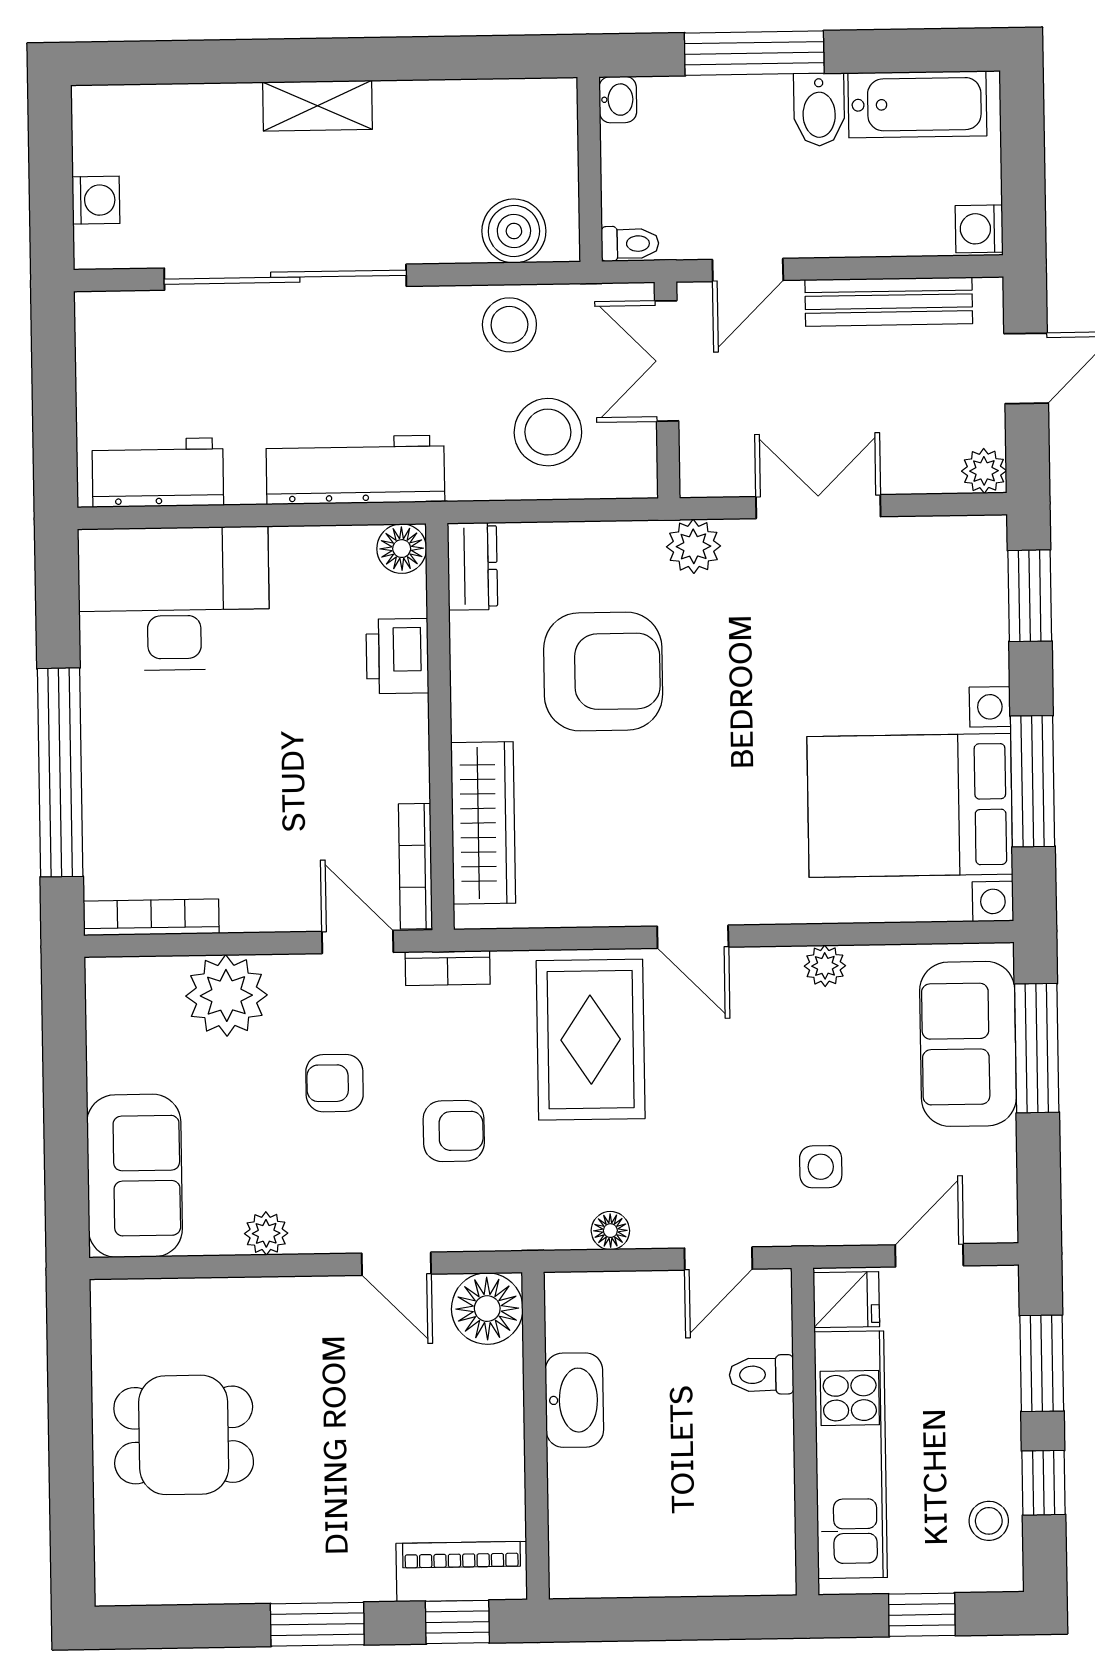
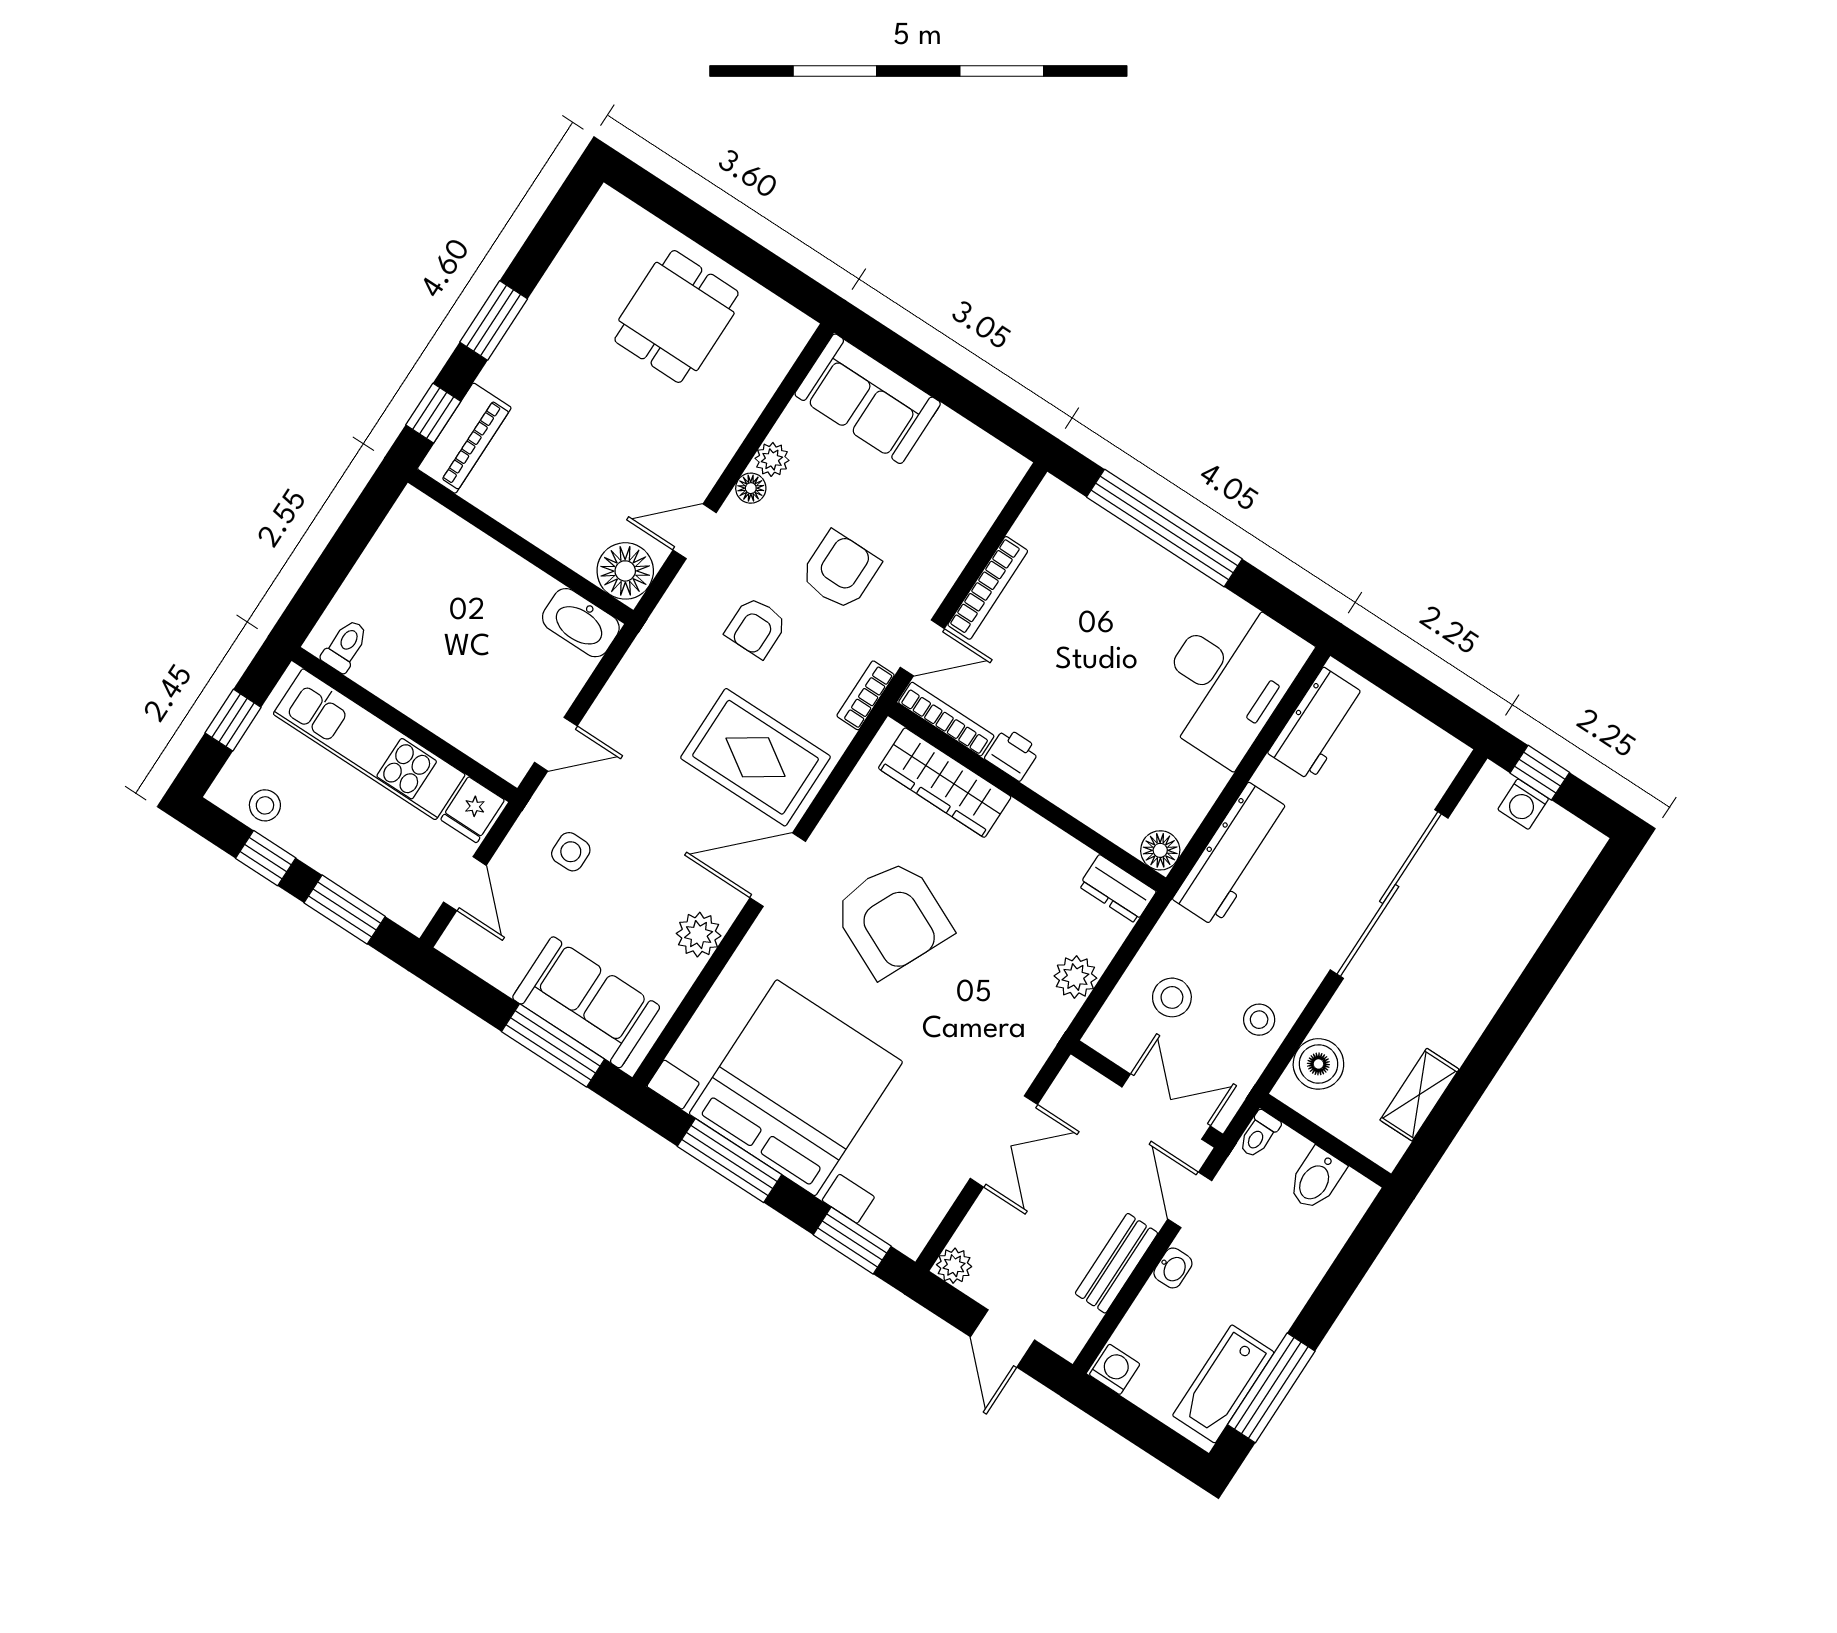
window: (754, 53) -> (1271, 1388), moved
washbasin: (618, 100) -> (1173, 1268), moved, turned -90
shelving: (317, 106) -> (1419, 1095), moved
bidet: (819, 110) -> (1316, 1179), moved, turned -90
window: (51, 205) -> (1540, 773), added
bench: (889, 302) -> (1116, 1263), width x0.73
stool: (509, 325) -> (1259, 1020), width x0.73, depth x0.73
stool: (548, 432) -> (1172, 997), width x0.73, depth x0.73
plant: (694, 546) -> (1075, 977), moved
printer: (397, 656) -> (1012, 754), moved, width x0.73, depth x0.81
armchair: (603, 672) -> (892, 918), moved, turned -65
bed with nightstands: (910, 805) -> (796, 1088), width x1.36
bookcase: (151, 917) -> (988, 588), moved
door: (693, 937) -> (778, 870), width x1.38
plant: (825, 966) -> (699, 935), width x1.38, depth x1.38
plant: (226, 995) -> (945, 538), removed
armchair: (334, 1083) -> (840, 570), width x1.38, depth x1.38
floor lamp: (610, 1231) -> (751, 488), moved
door: (718, 1259) -> (556, 744), swing flipped
toilet: (761, 1375) -> (345, 646), moved
washbasin: (574, 1400) -> (581, 623), moved

